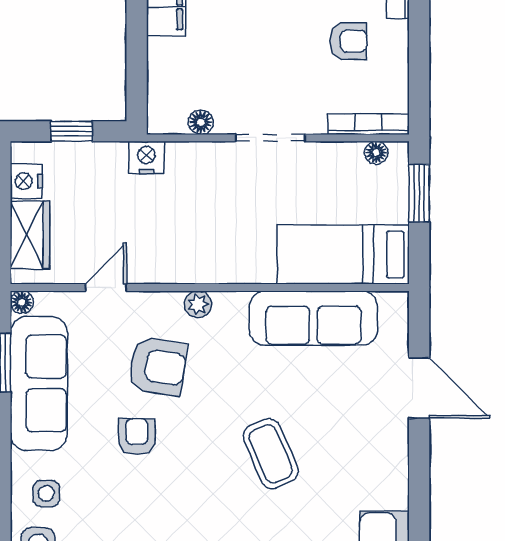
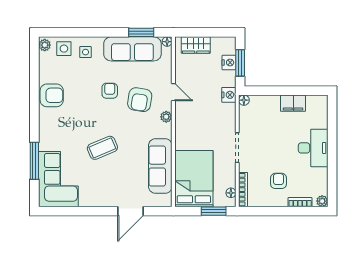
armchair: (348, 41) -> (278, 181), turned 180
floor lamp: (201, 122) -> (244, 100), moved
window: (72, 131) -> (240, 63), width x1.50
nightstand: (26, 181) -> (229, 62), moved, turned 90
bed: (343, 254) -> (194, 179), width x1.50
door: (106, 287) -> (173, 92), moved
armchair: (137, 437) -> (110, 91), turned -90

